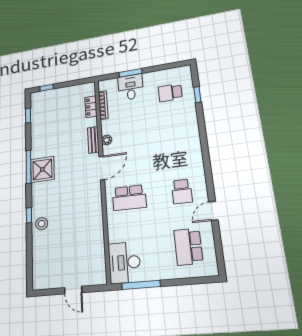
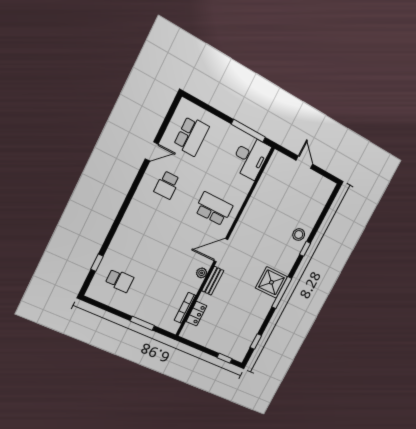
desk: (131, 87) -> (151, 309), removed
school desk: (182, 191) -> (167, 185), turned 180

